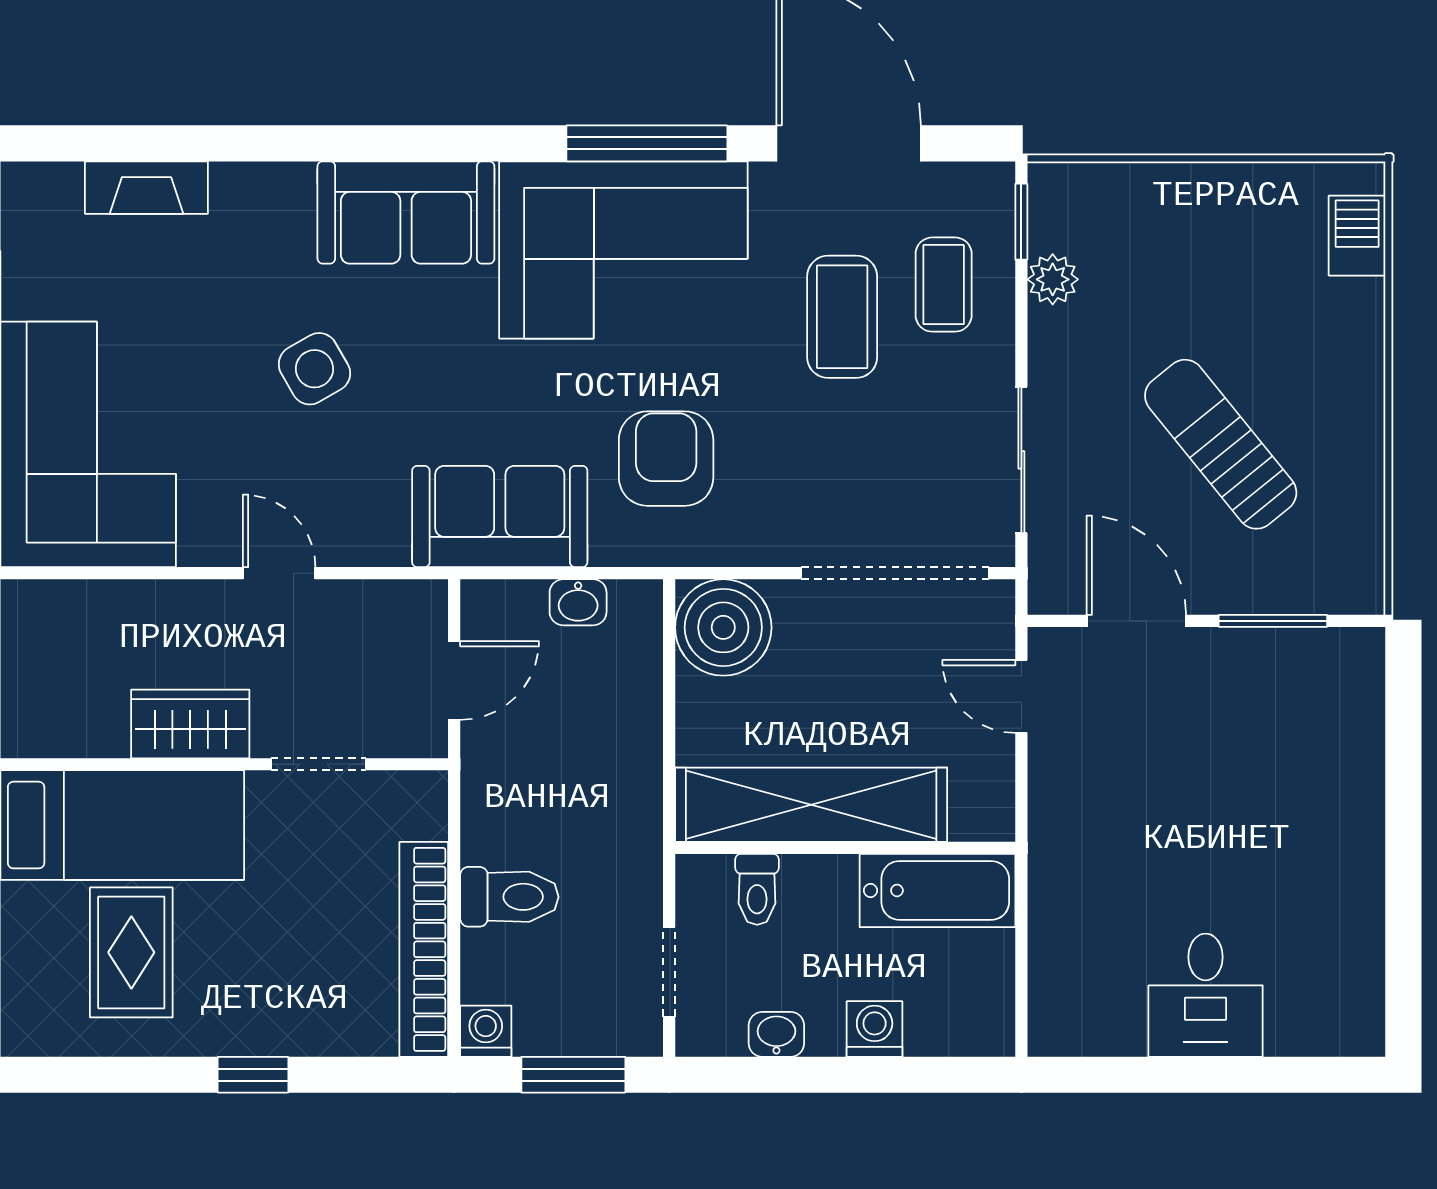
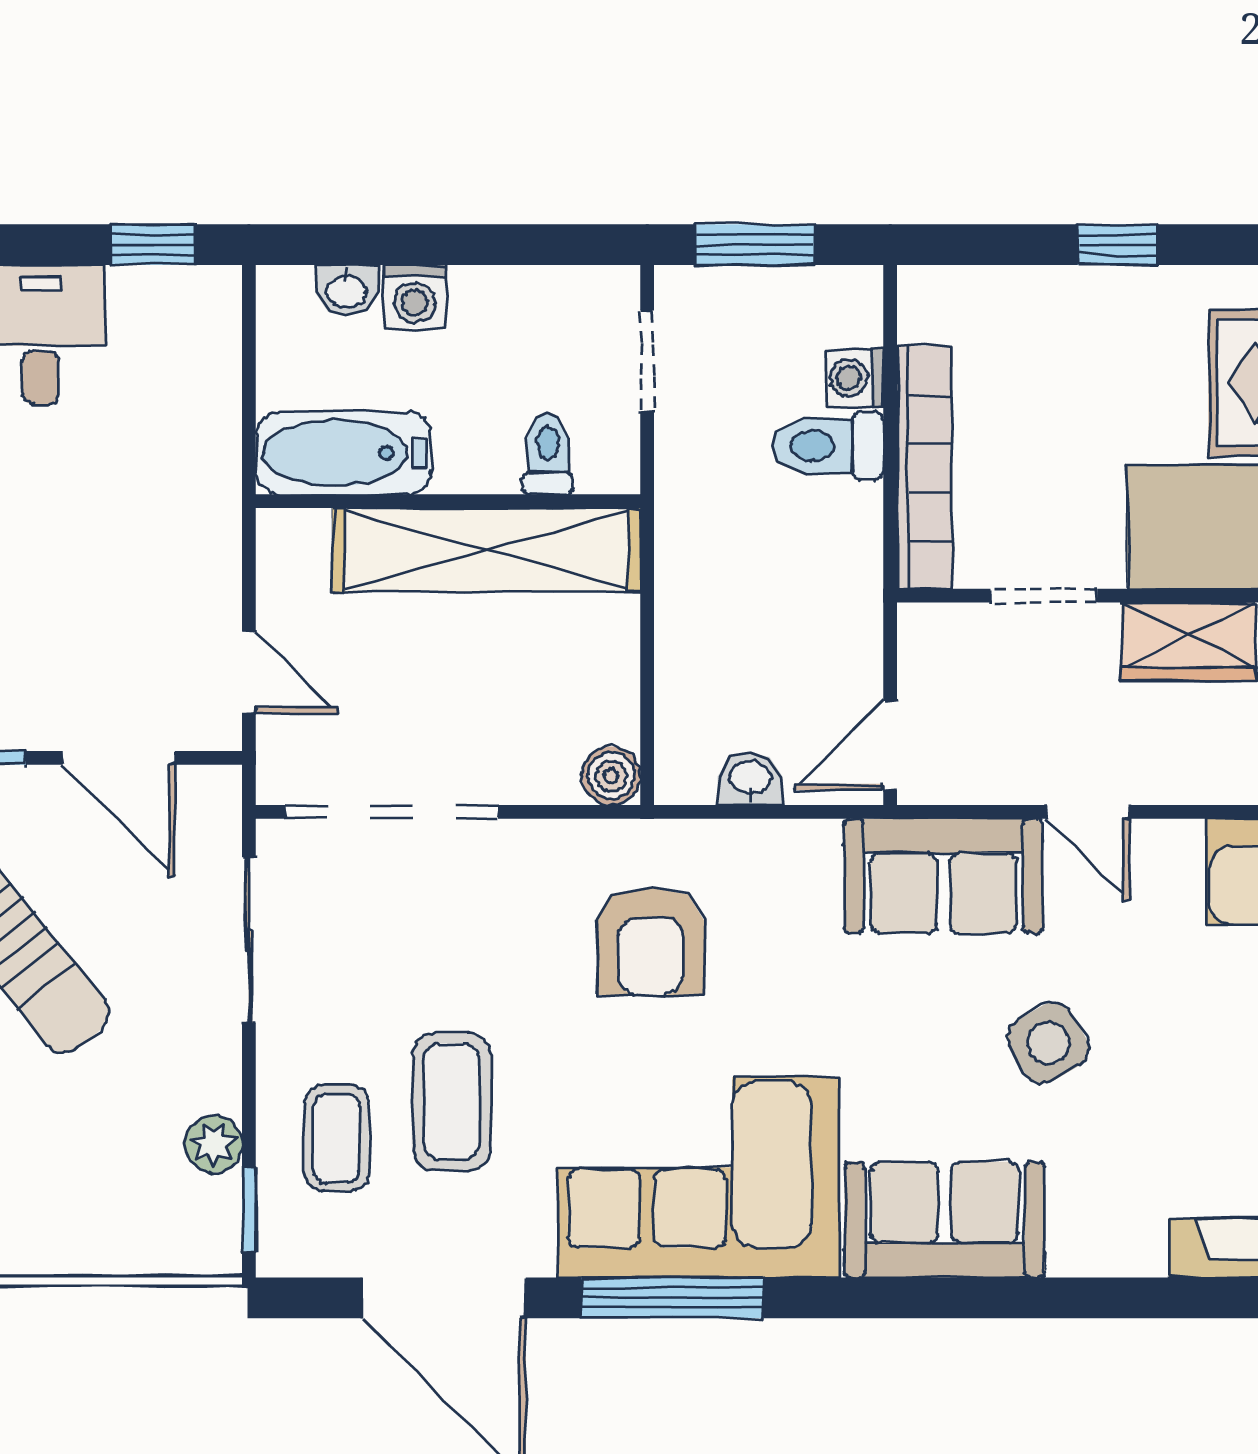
sofa: (500, 517) -> (943, 876), moved
boiler: (723, 627) -> (611, 776), width x0.54, depth x0.54
door: (454, 680) -> (890, 745), moved
bookcase: (424, 949) -> (925, 468), moved
washing machine: (486, 1031) -> (855, 378), moved, turned 90
washbasin: (776, 1034) -> (347, 290), moved
window: (1106, 1075) -> (153, 245), added

